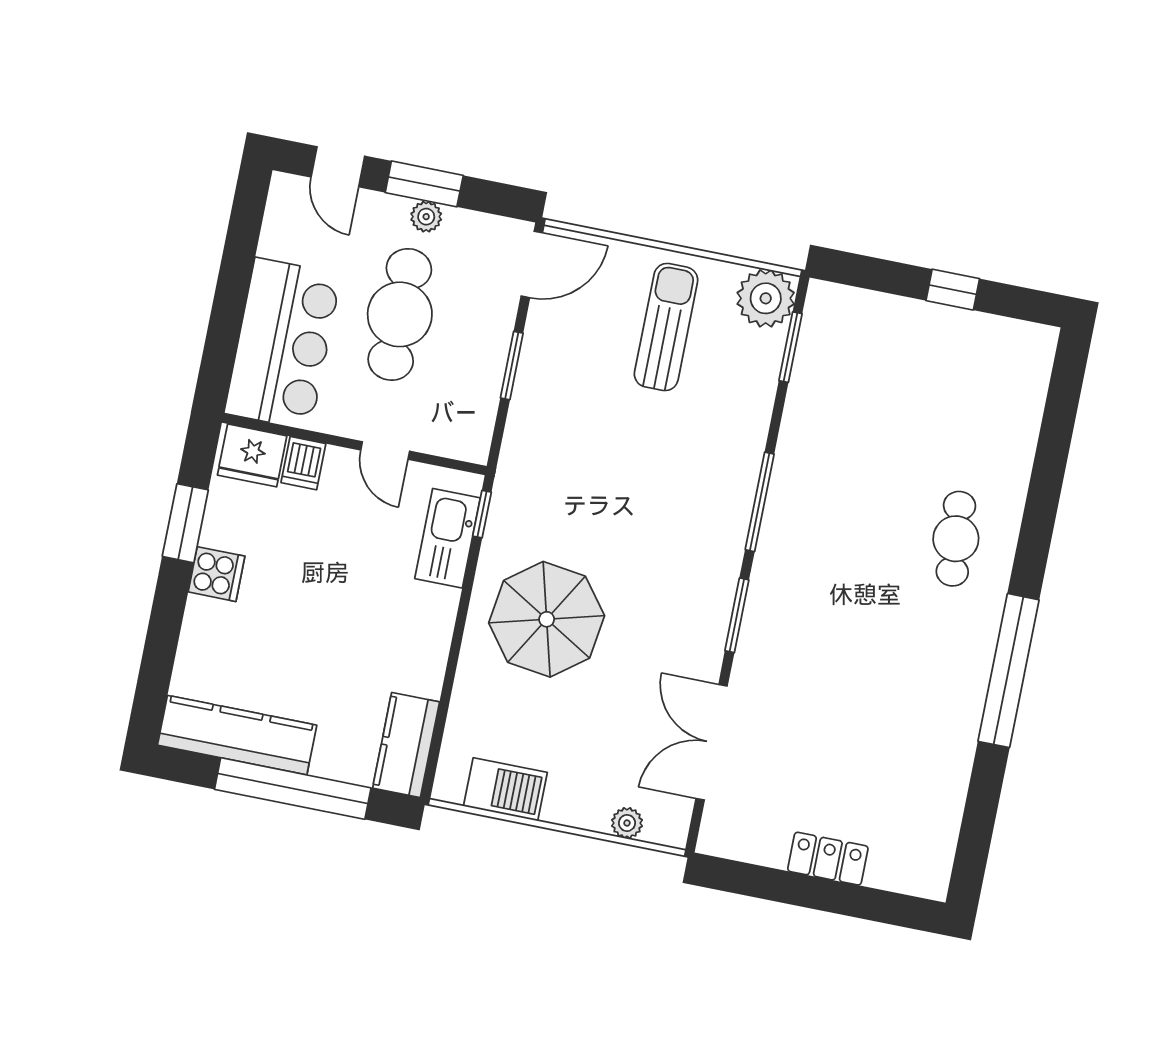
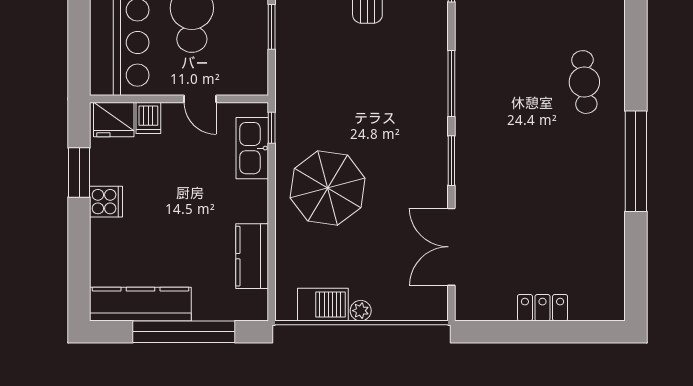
kitchen counter: (406, 745) -> (252, 256), moved
plant: (627, 823) -> (361, 311), moved

